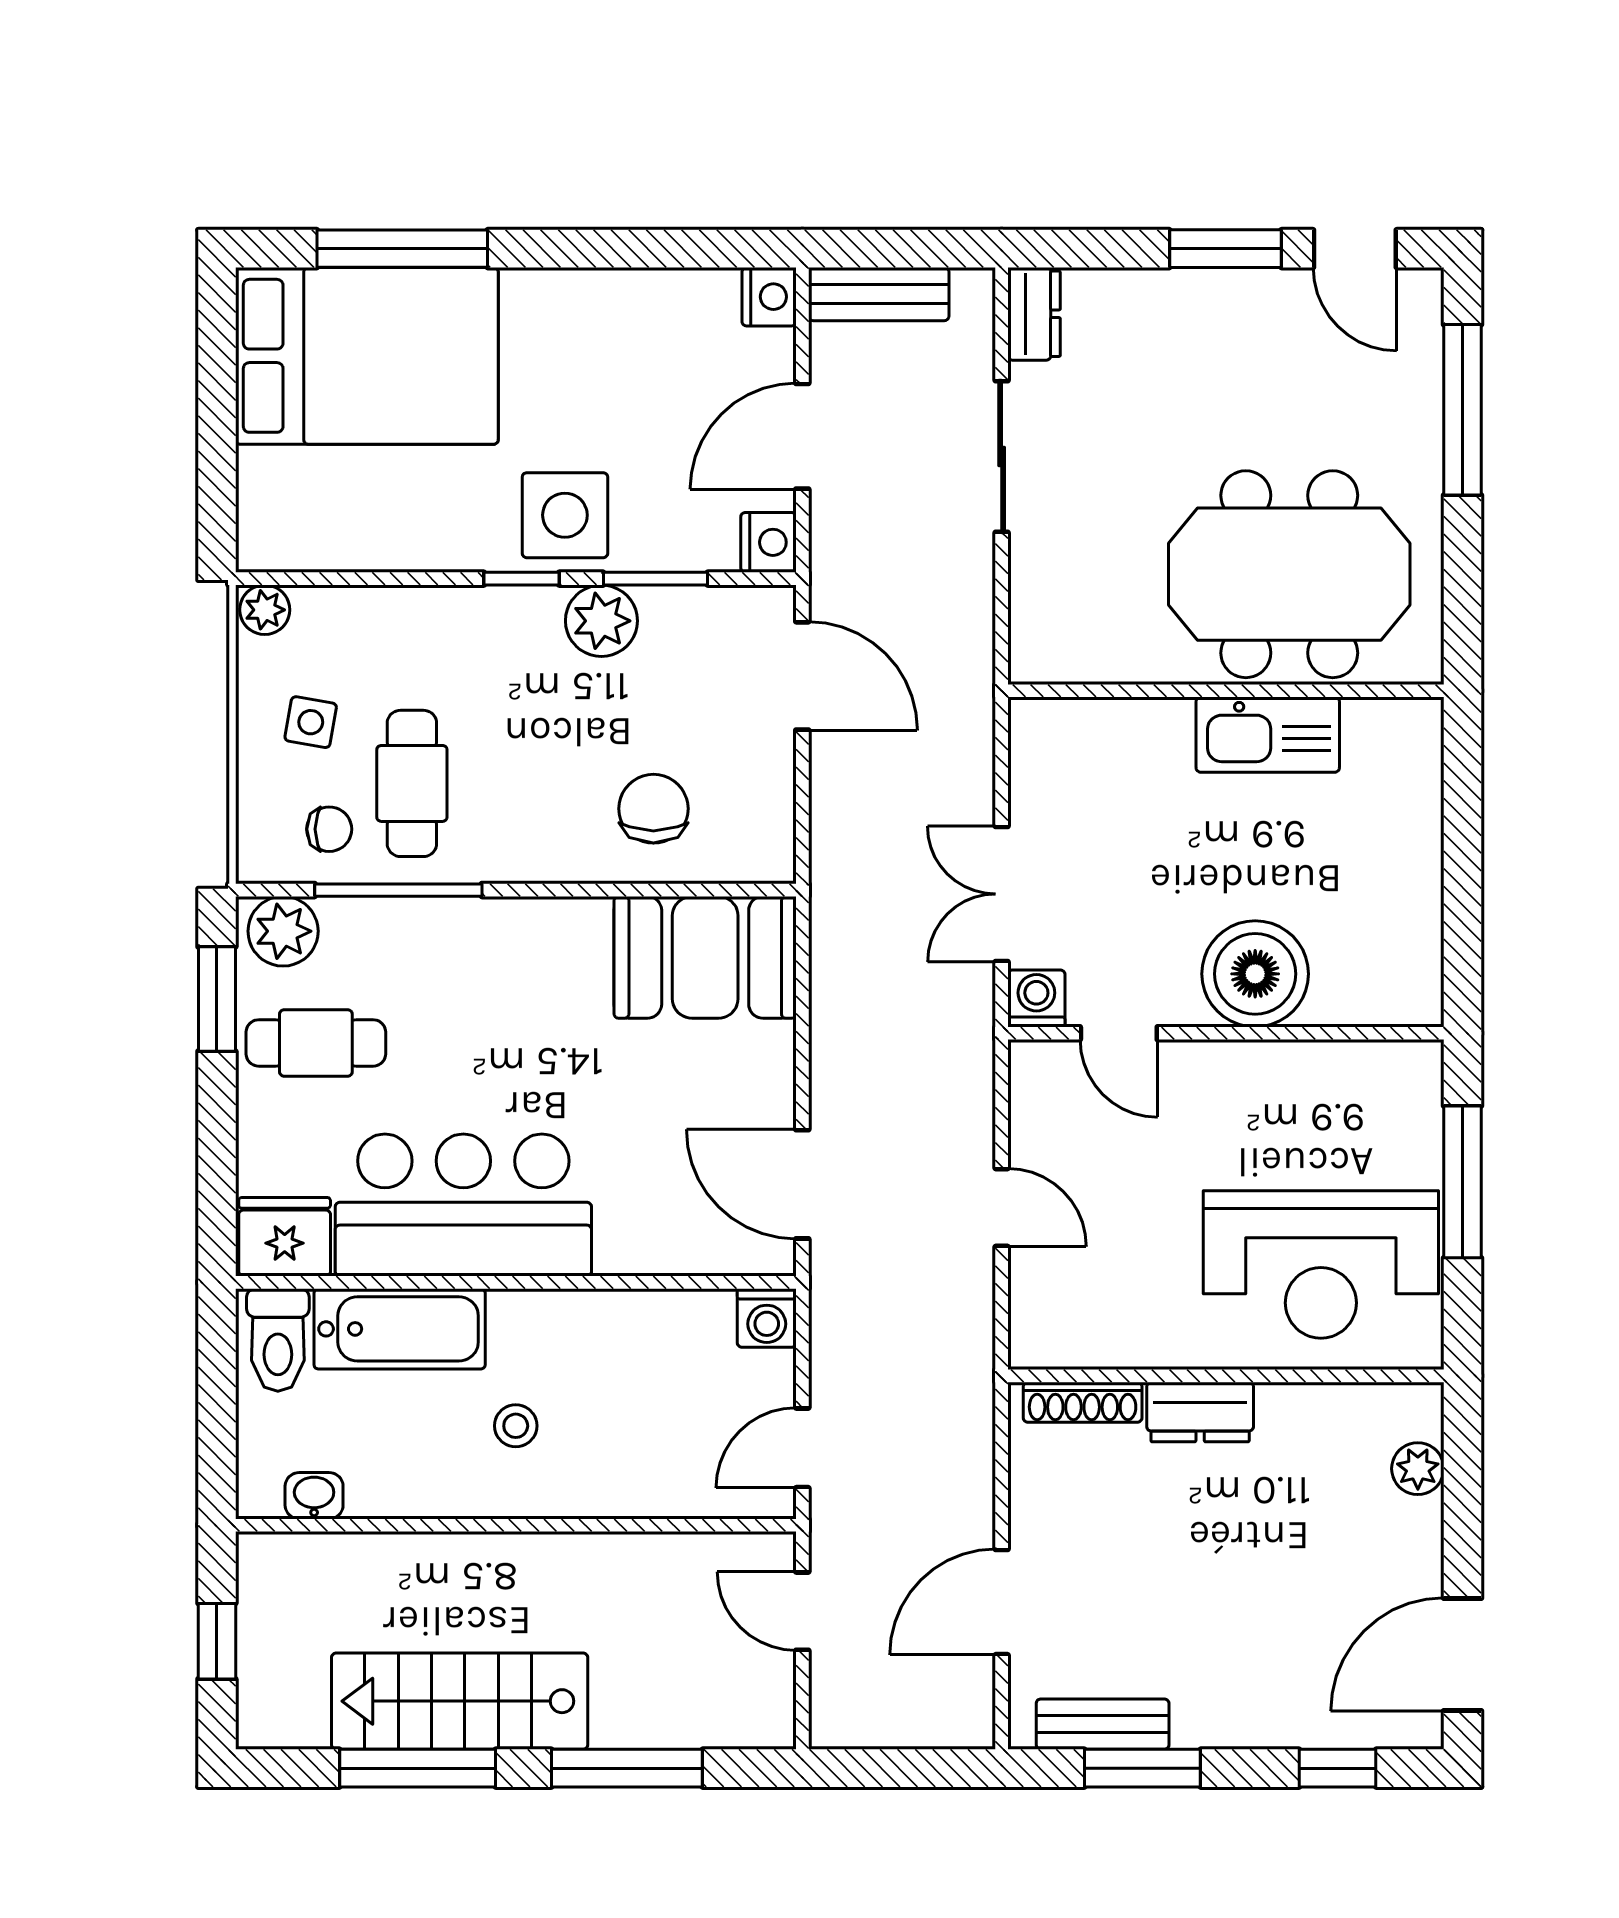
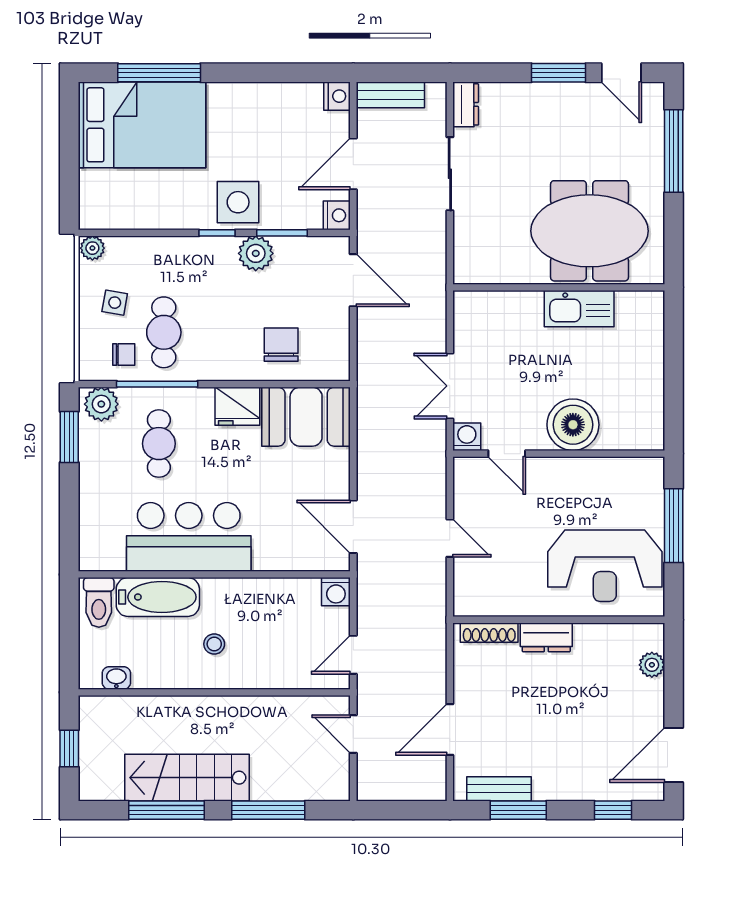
cafe table: (316, 1043) -> (159, 444), moved, turned 90
fridge: (285, 1237) -> (237, 406), moved, turned 180

